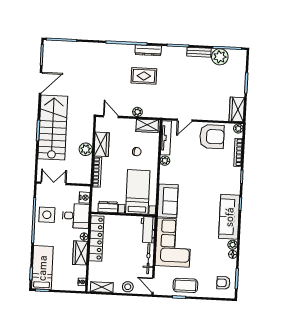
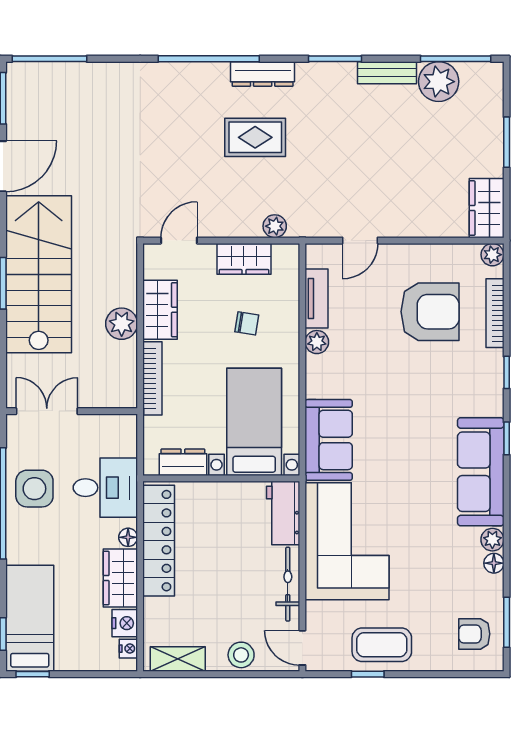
plant: (137, 112) -> (275, 226), moved
door: (111, 117) -> (179, 241), hinge flipped
wardrobe: (147, 126) -> (244, 259), moved
armchair: (212, 137) -> (430, 312), moved
tv unit: (166, 138) -> (316, 299), width x0.71
nightstand: (85, 198) -> (125, 623), moved

